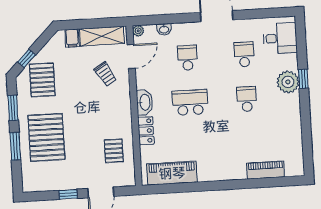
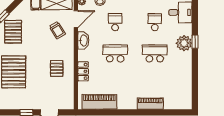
school desk: (247, 99) -> (155, 53), width x1.85
washbasin: (145, 102) -> (83, 40), moved
pallet: (114, 151) -> (57, 68), moved
piano: (266, 170) -> (150, 104), moved

